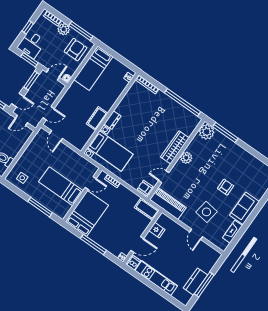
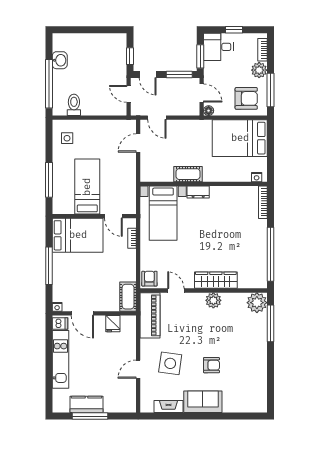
bed: (93, 68) -> (240, 138), width x1.50

